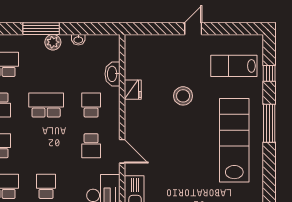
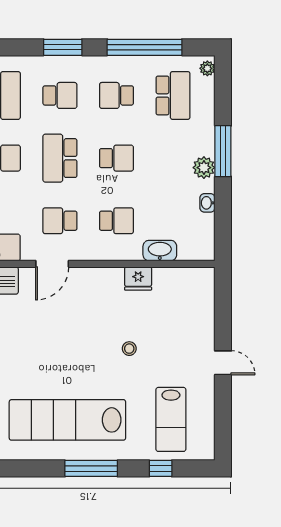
lab bench: (234, 66) -> (171, 419), turned 180
stool: (183, 96) -> (129, 349), width x0.53, depth x0.53
school desk: (46, 105) -> (116, 158), width x0.54
lab bench: (234, 140) -> (67, 420), turned 180
school desk: (46, 146) -> (60, 158), added

